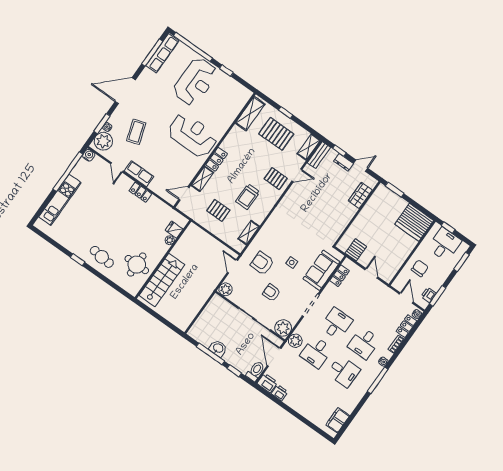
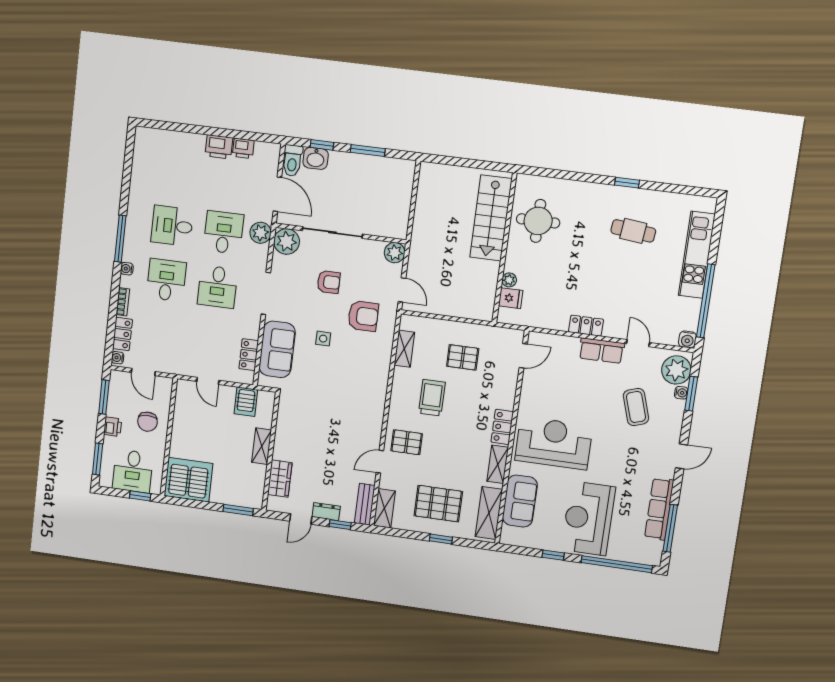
row of seats: (162, 53) -> (659, 509), moved
door: (125, 91) -> (681, 456), width x0.53
sofa: (229, 111) -> (520, 501), added
reception desk: (193, 135) -> (554, 443), turned 180
shelving: (202, 179) -> (498, 464), moved
shelving: (361, 220) -> (262, 446), added
cafe table: (102, 257) -> (633, 231), moved
printer: (429, 295) -> (113, 427), moved
washbasin: (218, 348) -> (316, 158), moved
window: (210, 354) -> (368, 151), width x0.69
printer: (267, 383) -> (219, 147), moved
filing cabinet: (338, 420) -> (144, 154), removed

